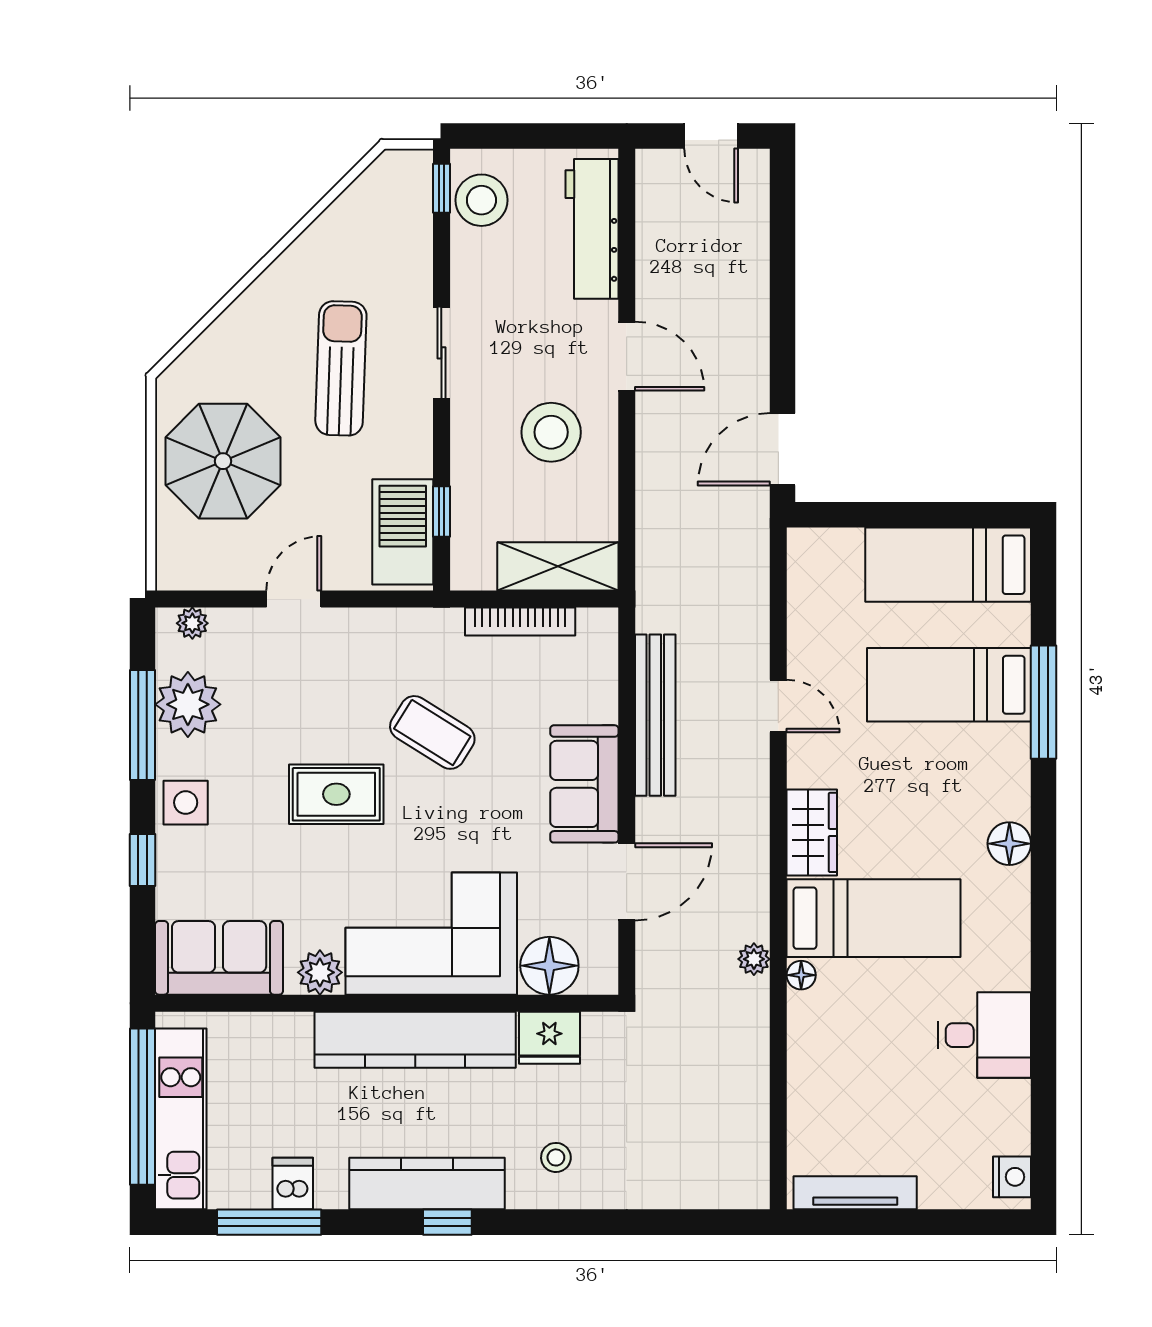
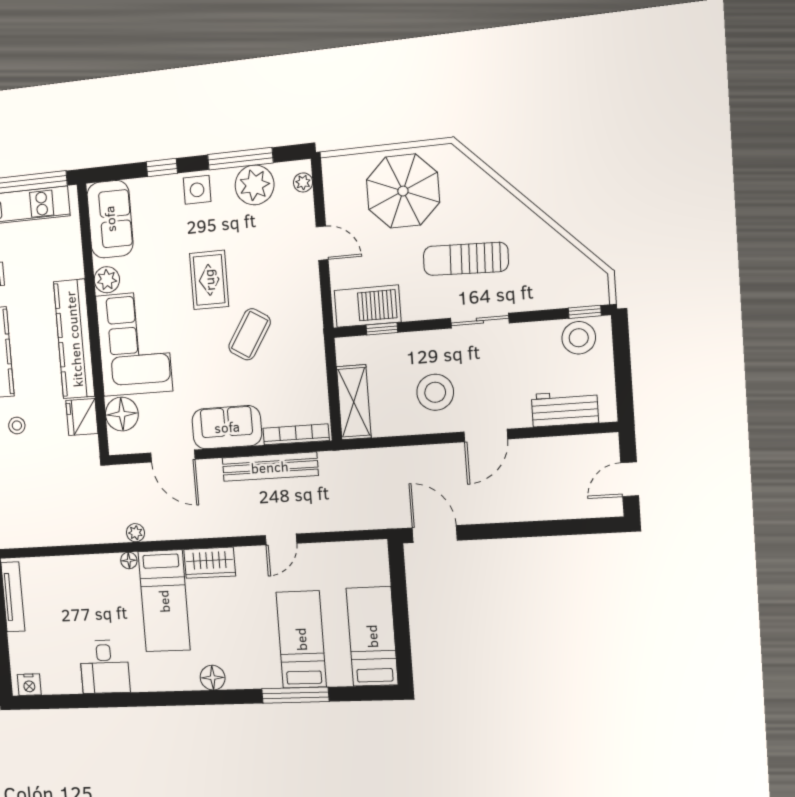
workbench: (592, 229) -> (565, 409), width x0.73
sun lounger: (341, 368) -> (466, 259), turned 180
bookcase: (520, 622) -> (296, 434), moved, turned 90

